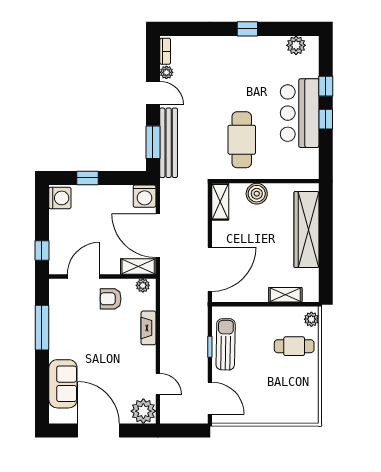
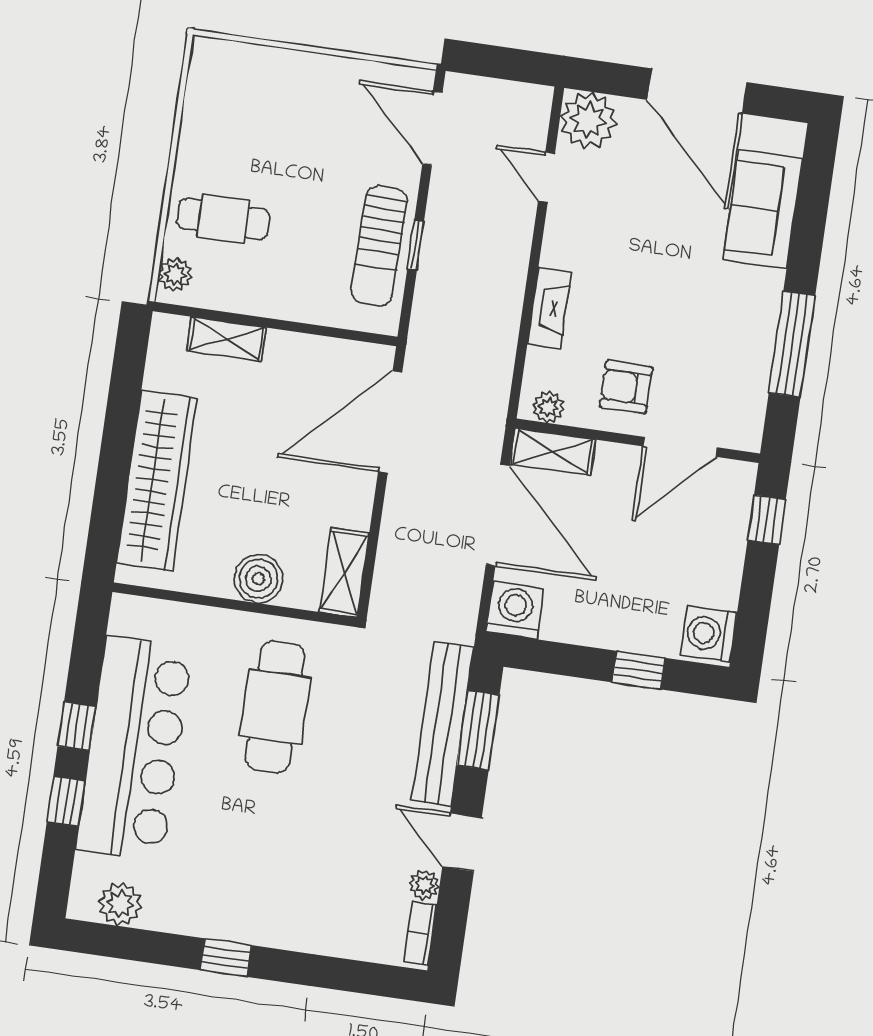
bar counter: (300, 113) -> (134, 748), width x1.36
armchair: (111, 299) -> (626, 387), turned 180

